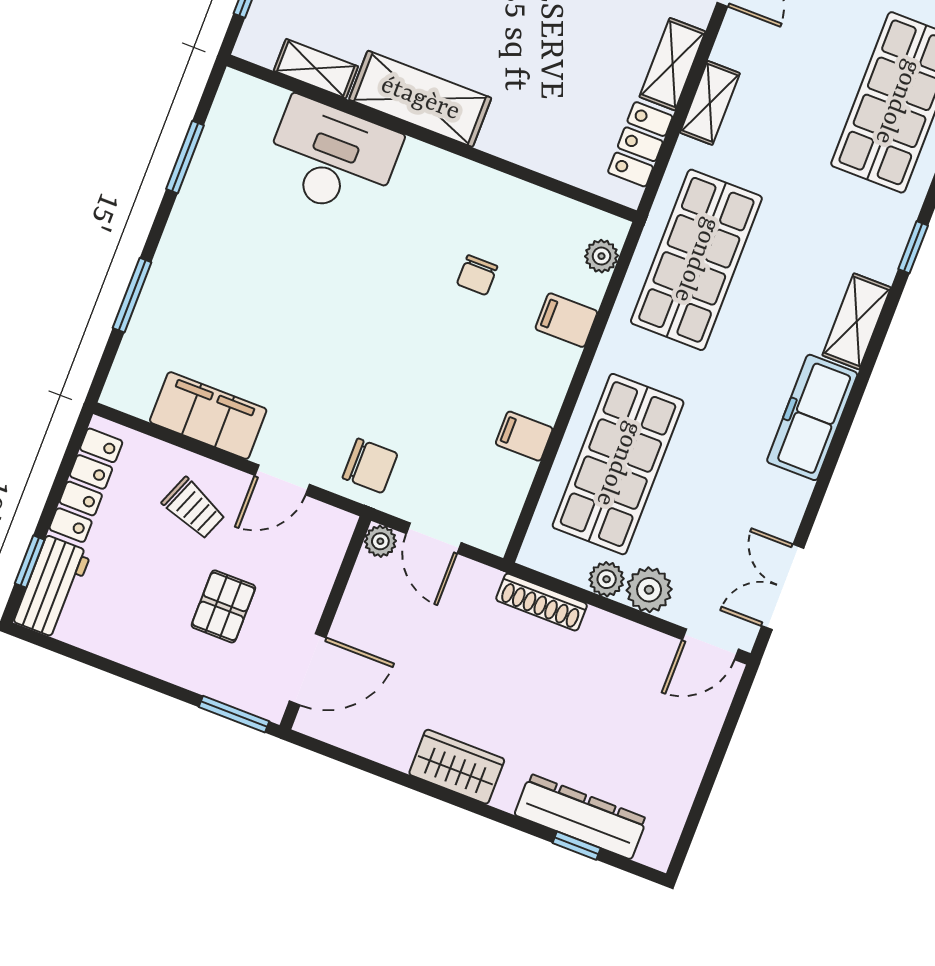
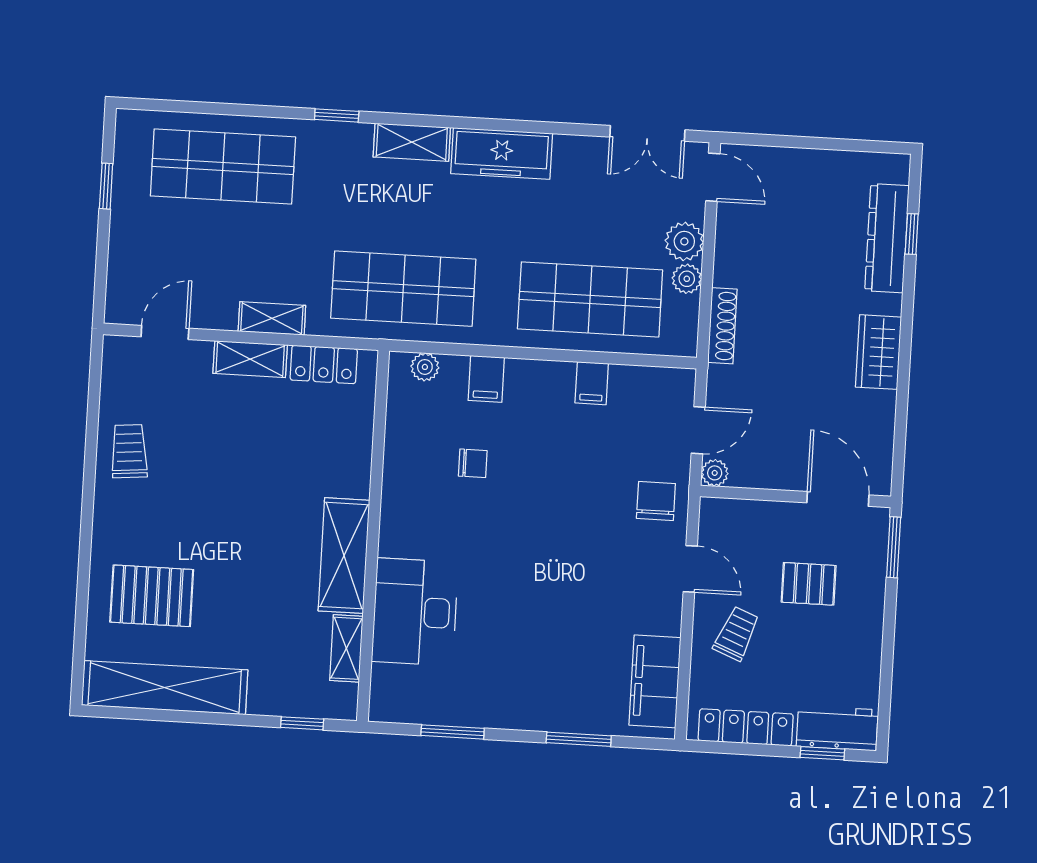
filing cabinet: (208, 416) -> (655, 681), moved

